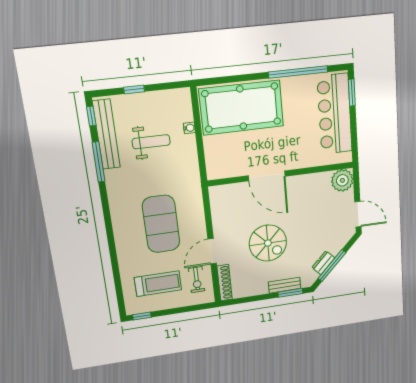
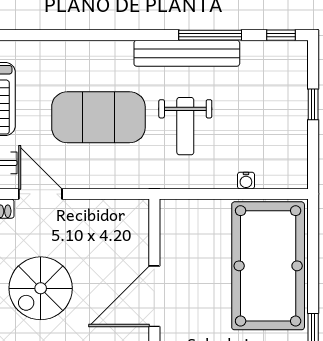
bench: (106, 134) -> (187, 53), moved
weight bench: (151, 142) -> (185, 126), moved

